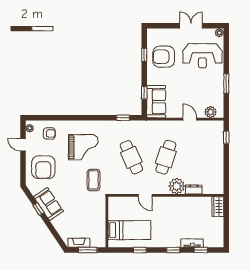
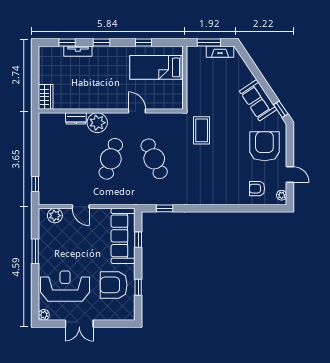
armchair: (164, 57) -> (114, 285), turned 180
sofa: (156, 102) -> (123, 236), width x1.36
grand piano: (83, 147) -> (214, 171), removed
window: (38, 209) -> (281, 109), moved

